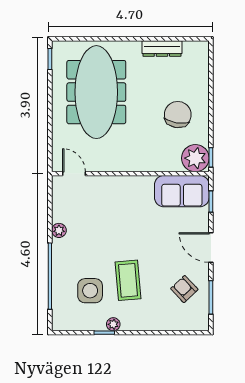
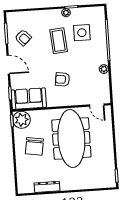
meeting table: (96, 92) -> (71, 138), moved
armchair: (126, 218) -> (62, 79), added

